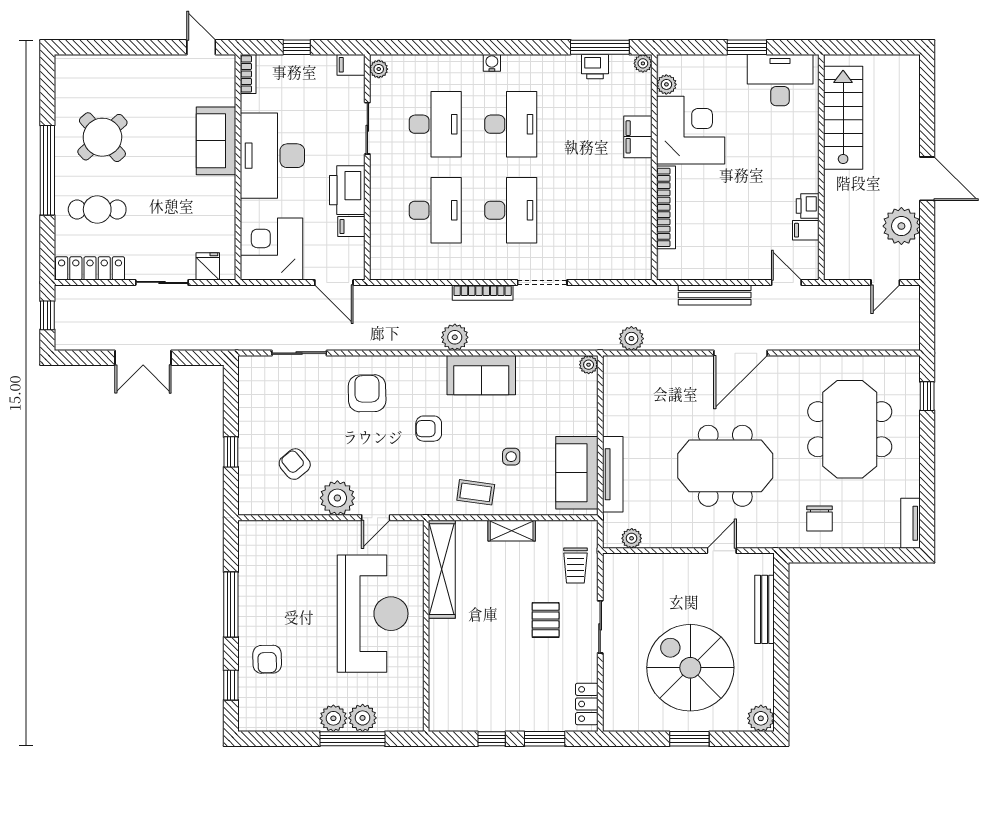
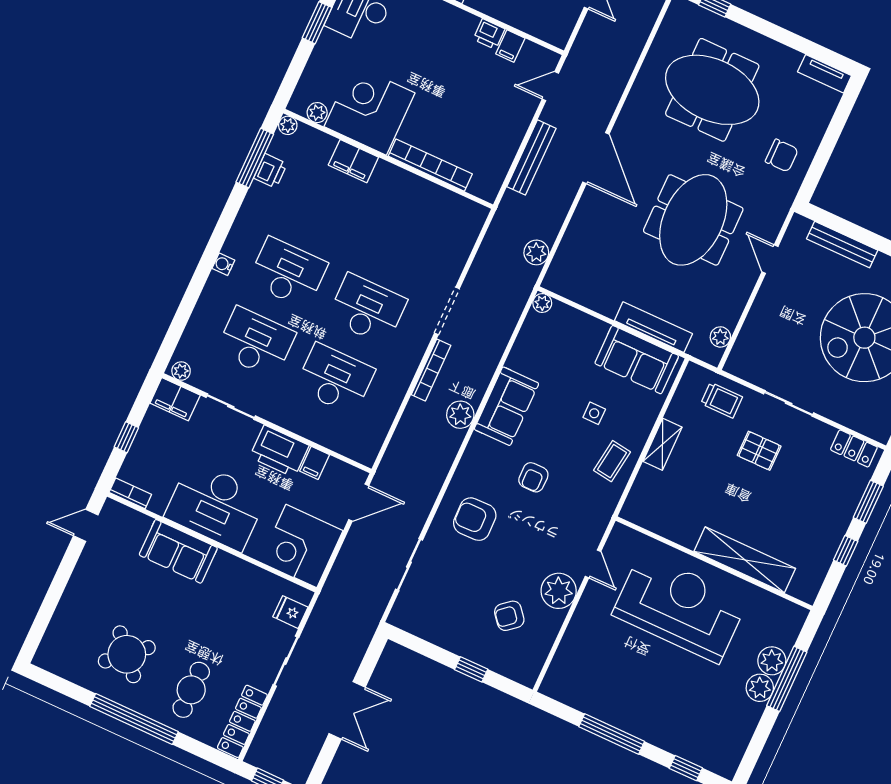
filing cabinet: (351, 65) -> (175, 399), width x2.00
shelving: (442, 569) -> (745, 560), moved
armchair: (267, 659) -> (677, 724), removed

